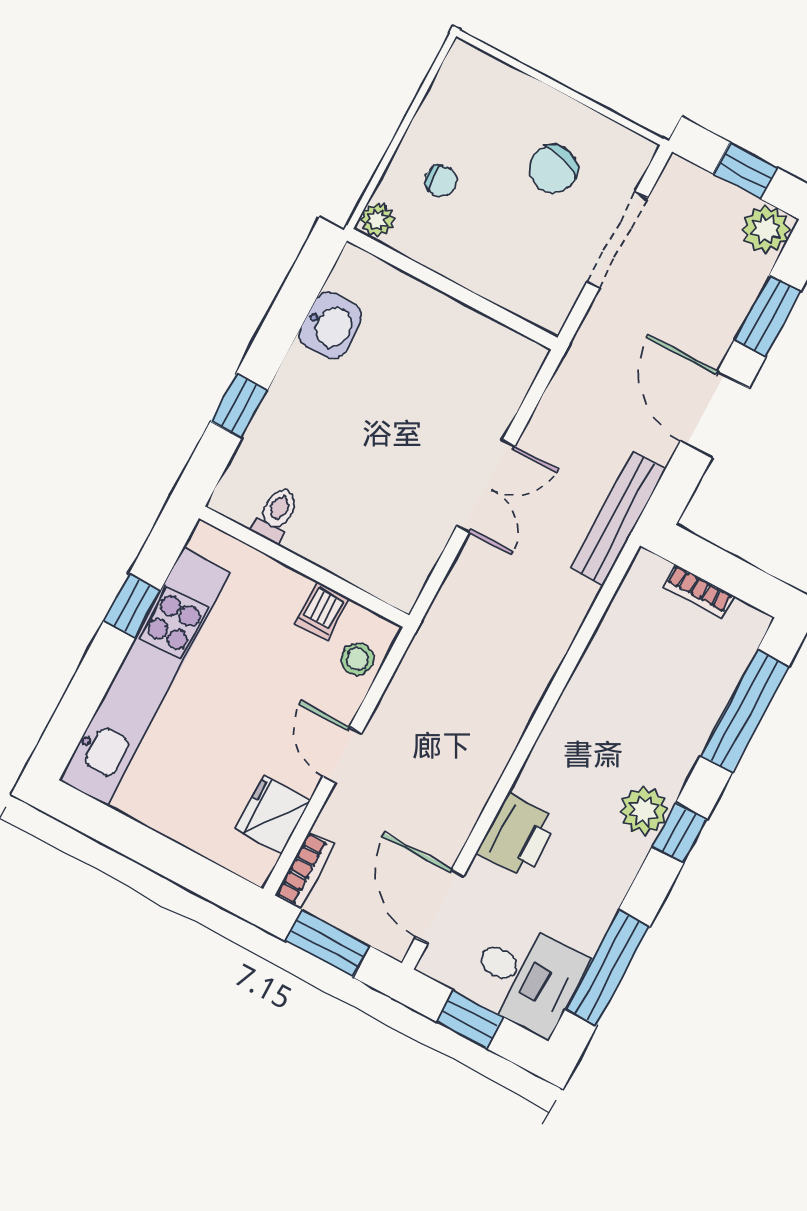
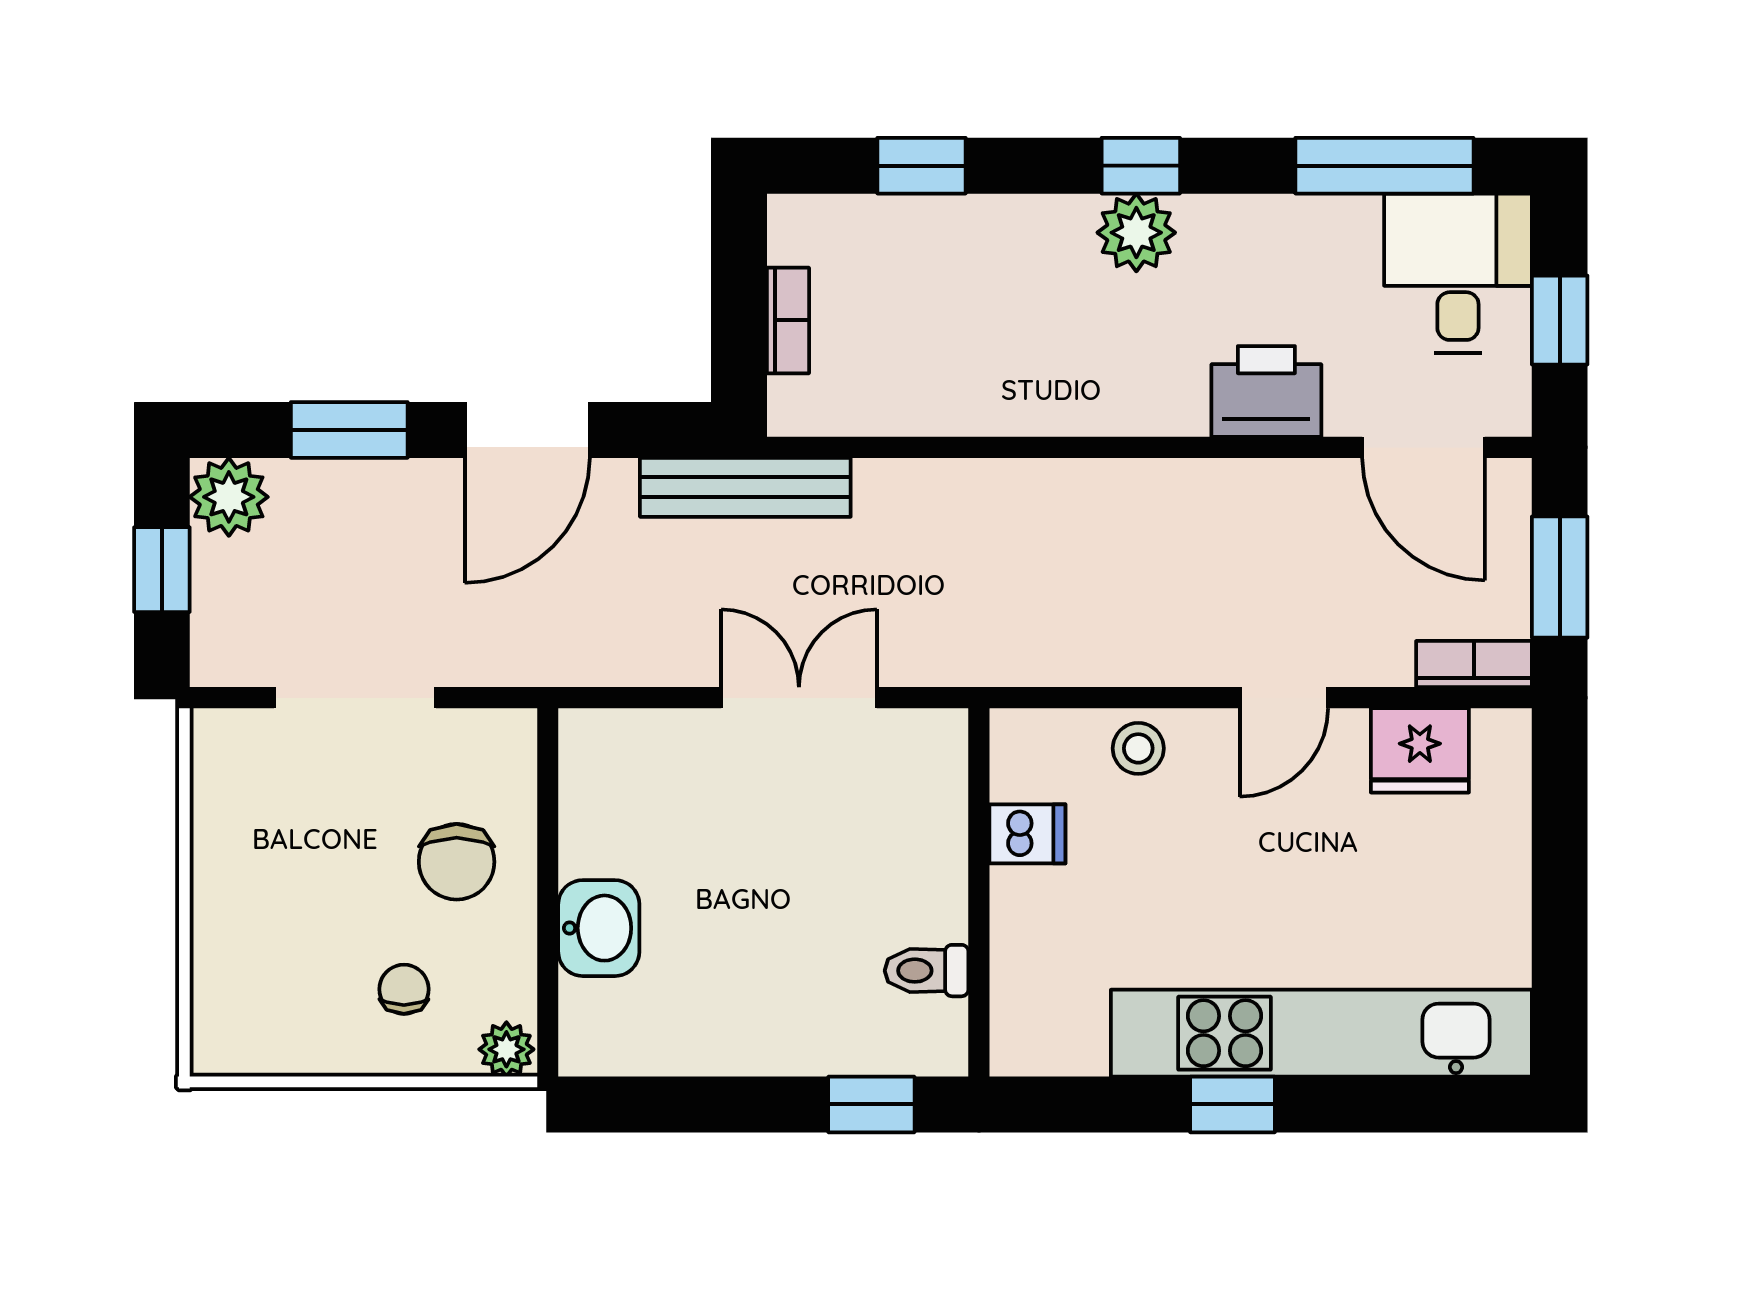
chair: (553, 169) -> (457, 862), moved, turned 72
washbasin: (330, 326) -> (599, 928), moved, turned 90
toilet: (276, 515) -> (927, 971), moved
wall: (304, 567) -> (979, 892), moved
dishwasher: (322, 611) -> (1027, 834), moved
window: (745, 711) -> (921, 166), width x0.46
door: (440, 906) -> (1424, 447), hinge flipped

